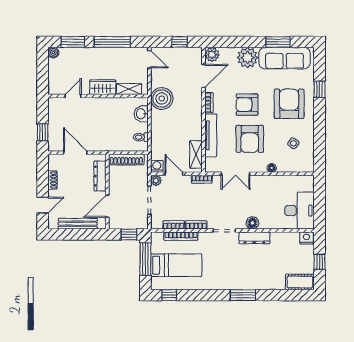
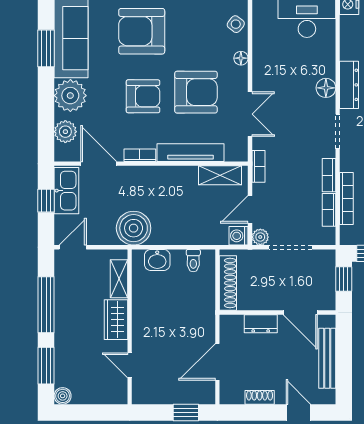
plant: (212, 54) -> (65, 132), moved
kitchen sink: (186, 55) -> (66, 191), added
armchair: (247, 105) -> (143, 96), turned -90
side table: (293, 143) -> (236, 24), moved
dresser: (100, 176) -> (261, 324), width x0.70

